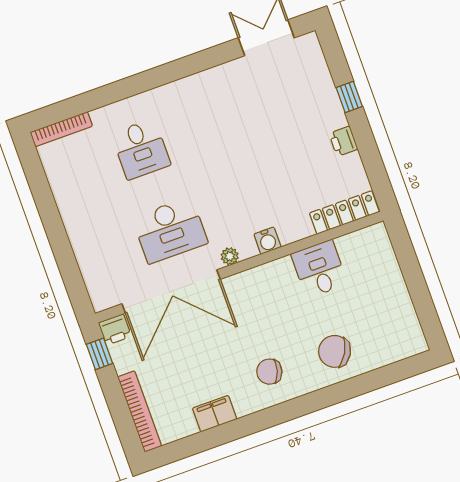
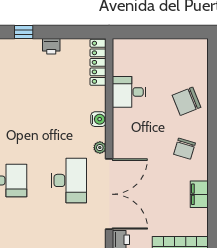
chair: (335, 351) -> (187, 101), turned 39

